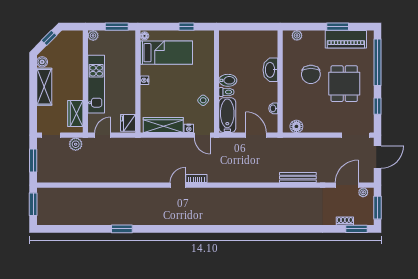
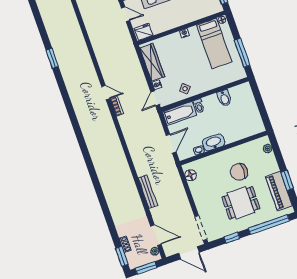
window: (187, 27) -> (242, 53), width x2.17
washbasin: (270, 70) -> (214, 142), moved
bidet: (228, 80) -> (224, 98), moved

